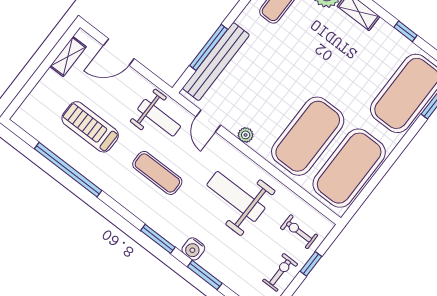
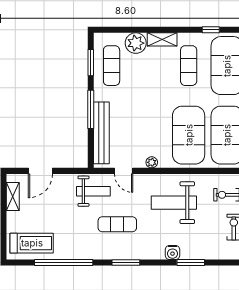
window: (406, 31) -> (211, 30), moved
window: (209, 47) -> (91, 109), moved
exercise mat: (365, 61) -> (189, 66), added
treadmill: (90, 127) -> (32, 243), moved, turned 180
window: (158, 239) -> (126, 263), moved

